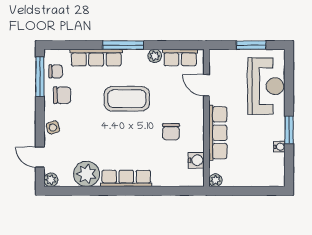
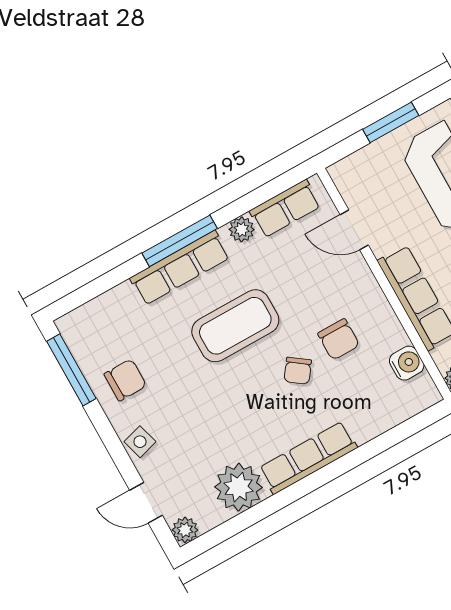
row of seats: (96, 58) -> (180, 268), moved
chair: (56, 71) -> (298, 371), moved, turned 126

